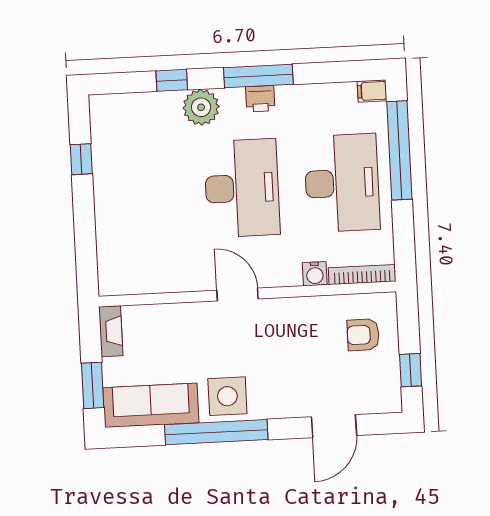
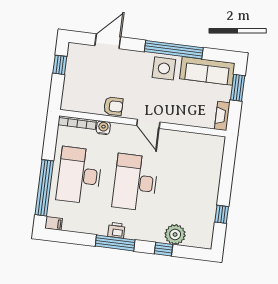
plant: (201, 107) -> (175, 234), moved
armchair: (363, 335) -> (113, 106), moved

